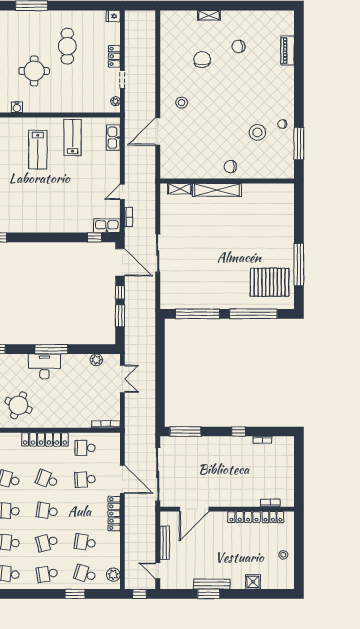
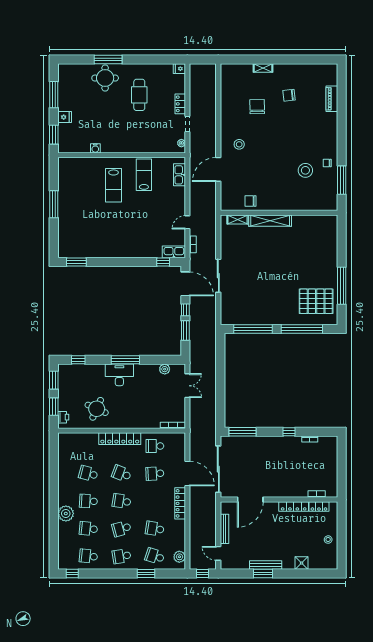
round table: (34, 71) -> (105, 78), moved
chair: (230, 167) -> (250, 201), moved

